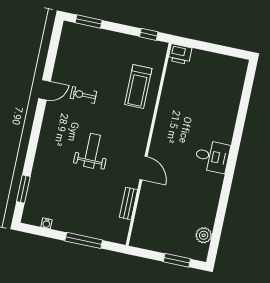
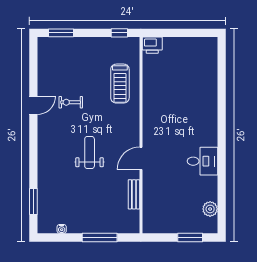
desk: (212, 156) -> (203, 161), moved
door: (144, 168) -> (141, 158), swing flipped

